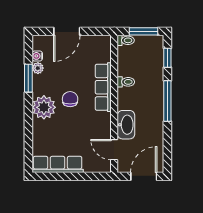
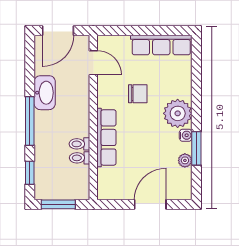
toilet: (126, 40) -> (80, 158), moved
water cooler: (37, 56) -> (186, 135), moved
chair: (70, 99) -> (138, 94), moved, turned -90
washbasin: (126, 125) -> (45, 93), moved, turned 180

